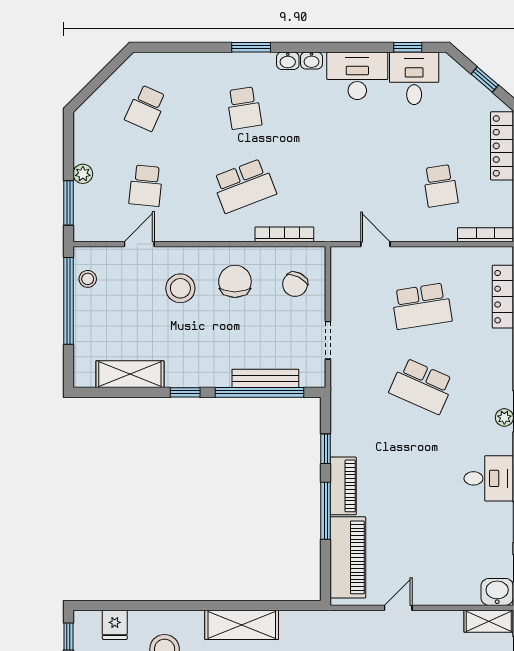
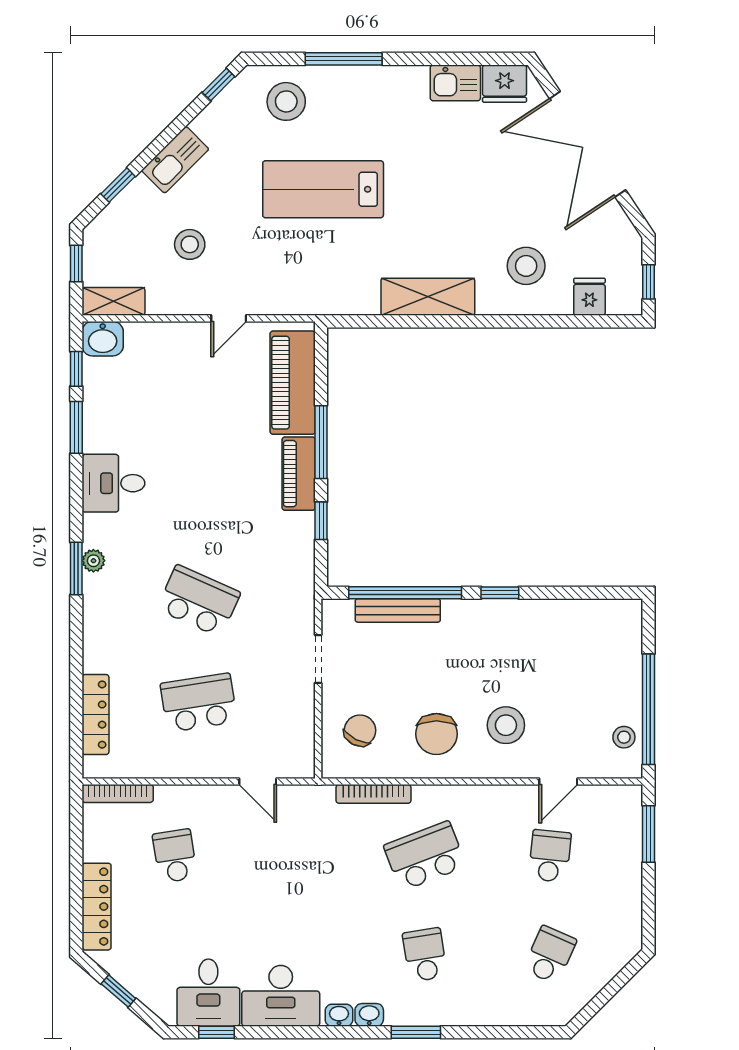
plant: (83, 174) -> (630, 871), removed
shelving: (130, 374) -> (570, 616), removed

